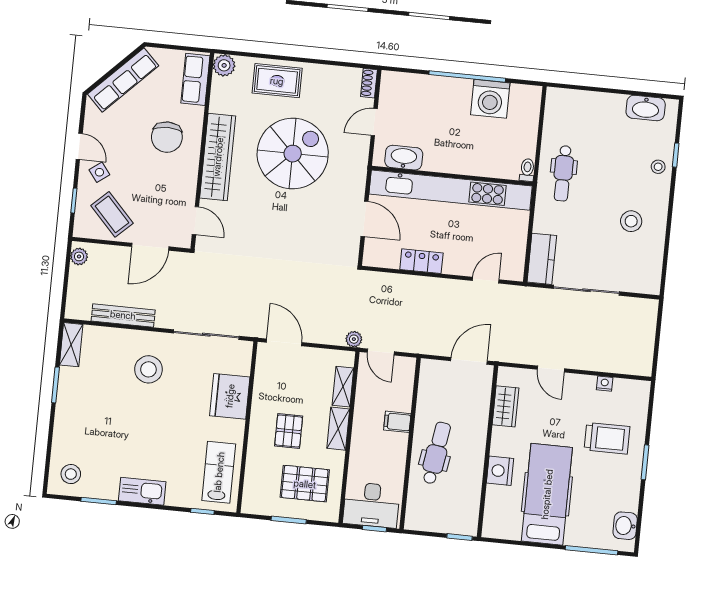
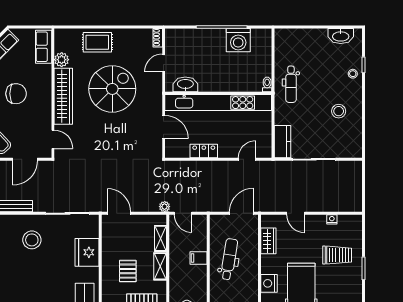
plant: (224, 65) -> (62, 60), moved
chair: (167, 137) -> (16, 94), moved, turned -90
dental chair: (436, 453) -> (229, 259), moved

